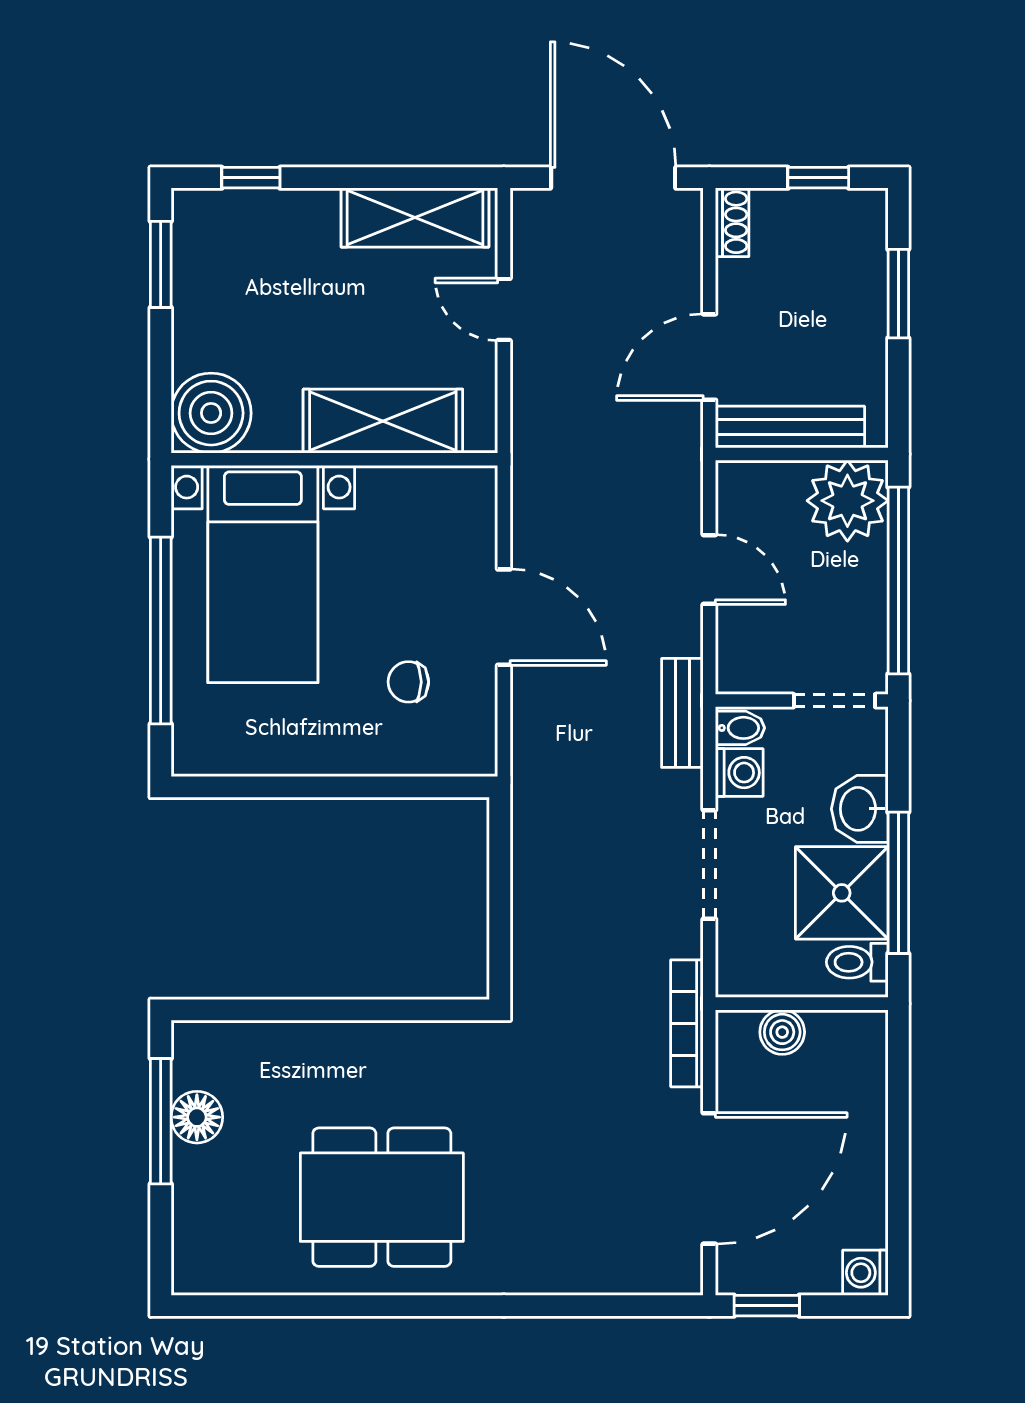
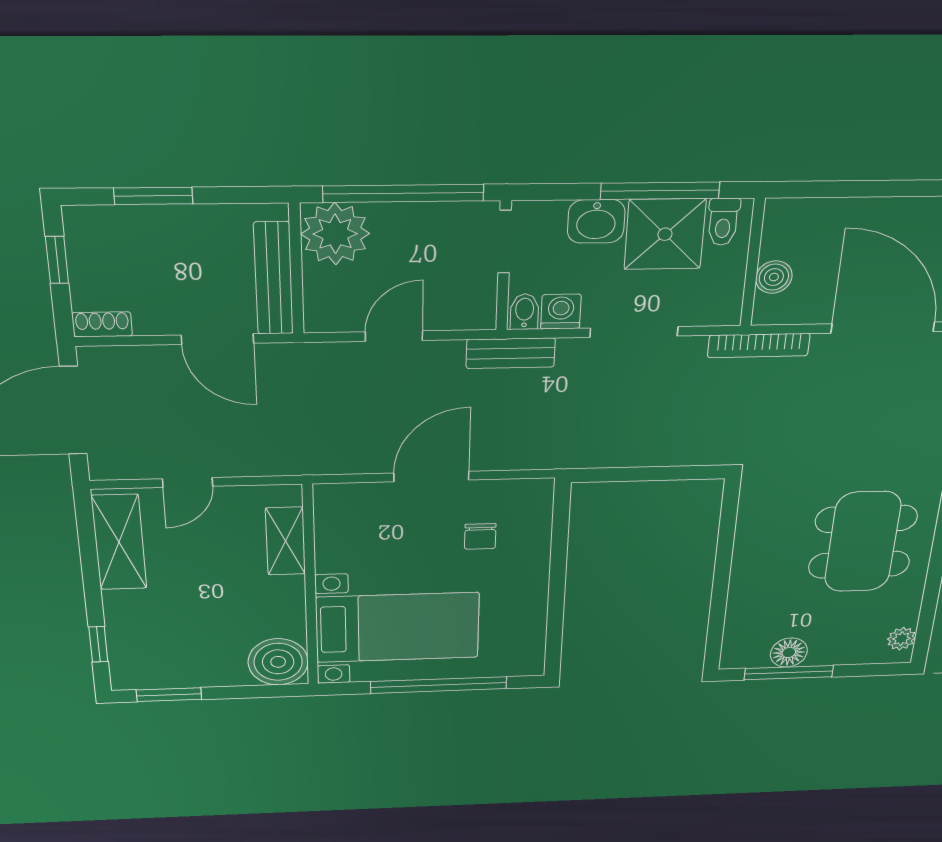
shelving: (383, 421) -> (285, 541), width x0.67, depth x0.75
plant: (215, 1275) -> (901, 639), added

